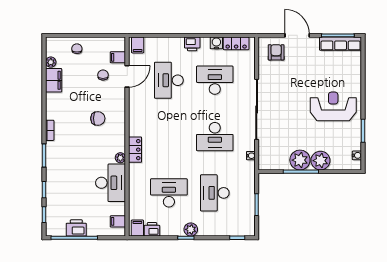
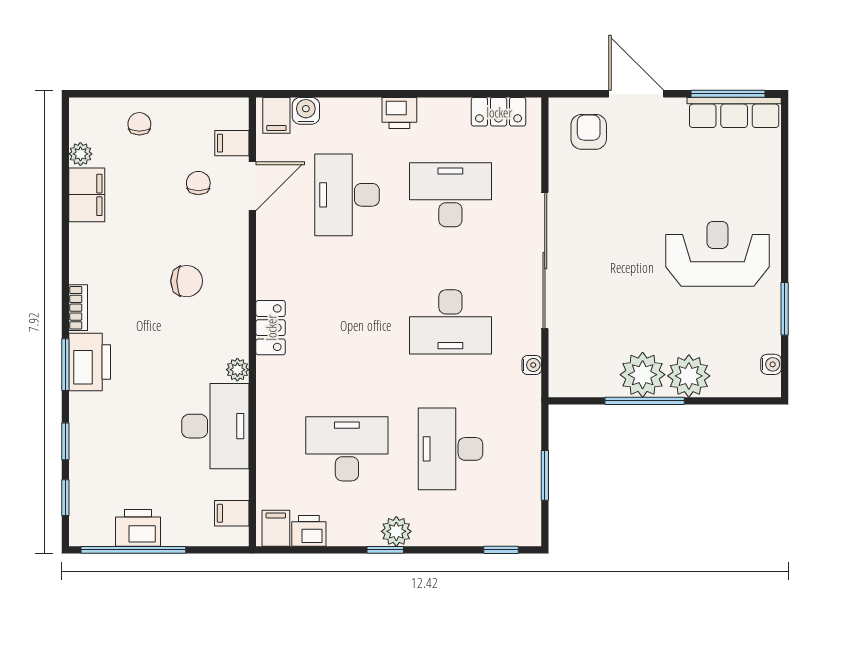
water cooler: (216, 43) -> (306, 111), moved
locker: (135, 150) -> (271, 328), moved
printer: (55, 154) -> (90, 362), added

